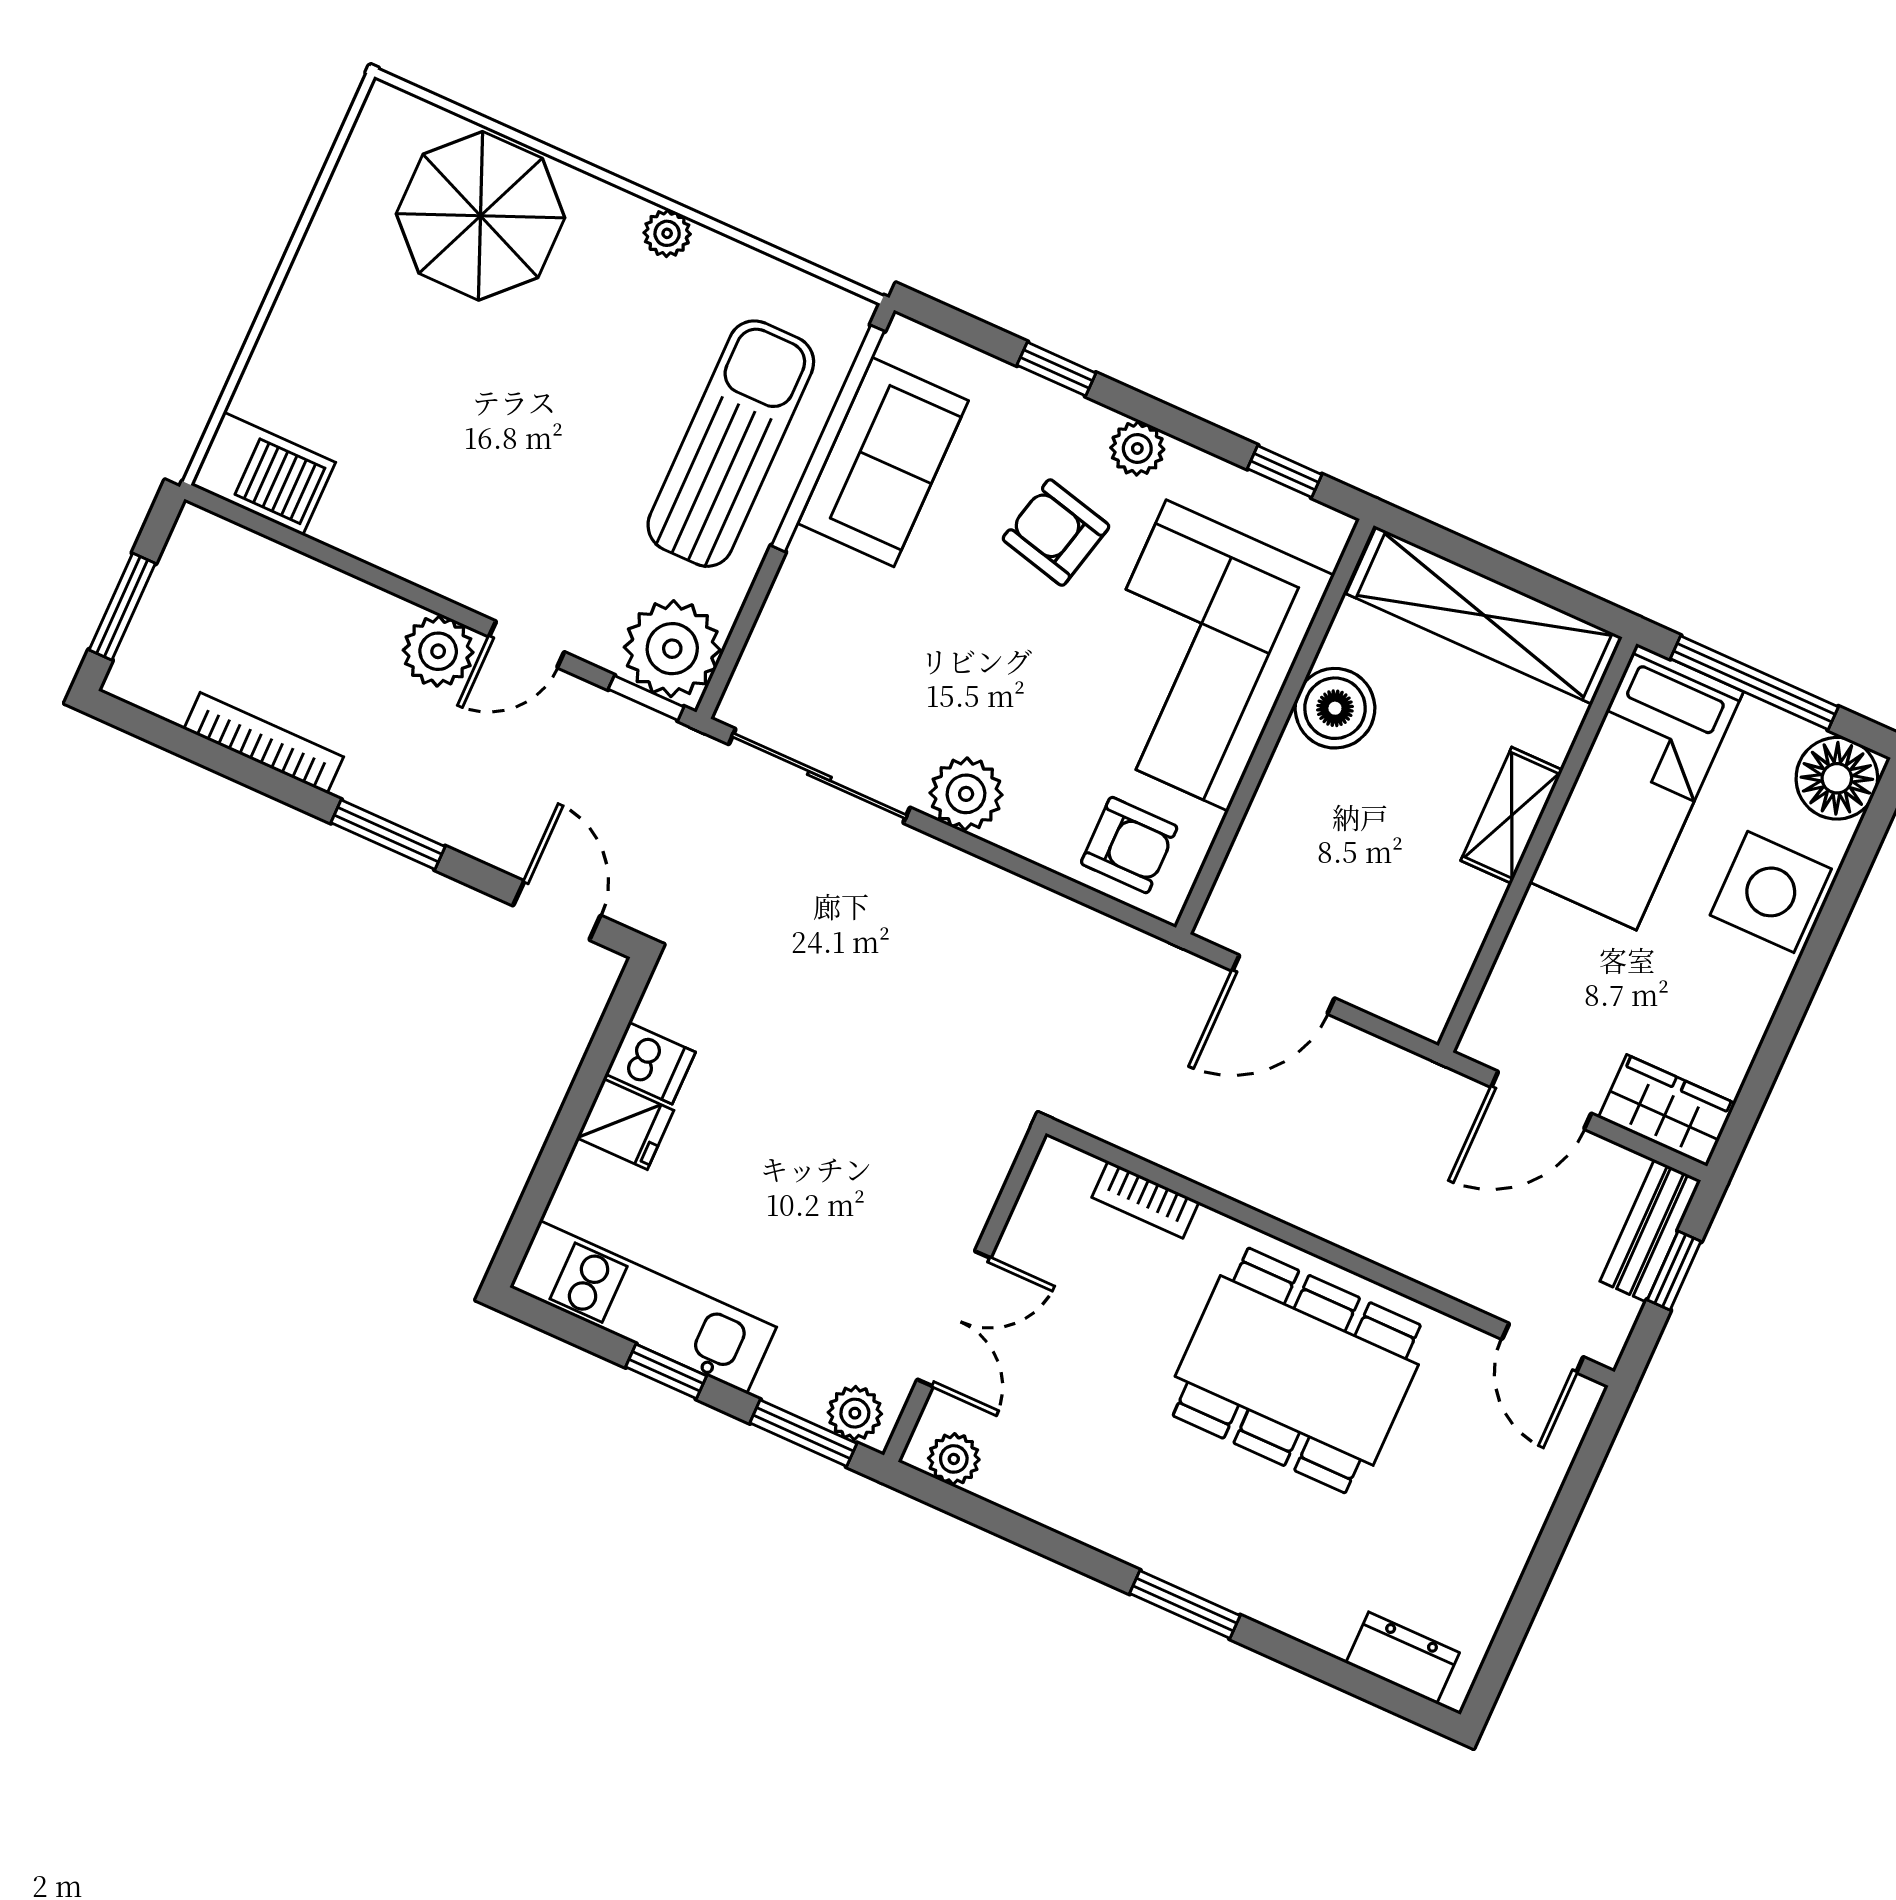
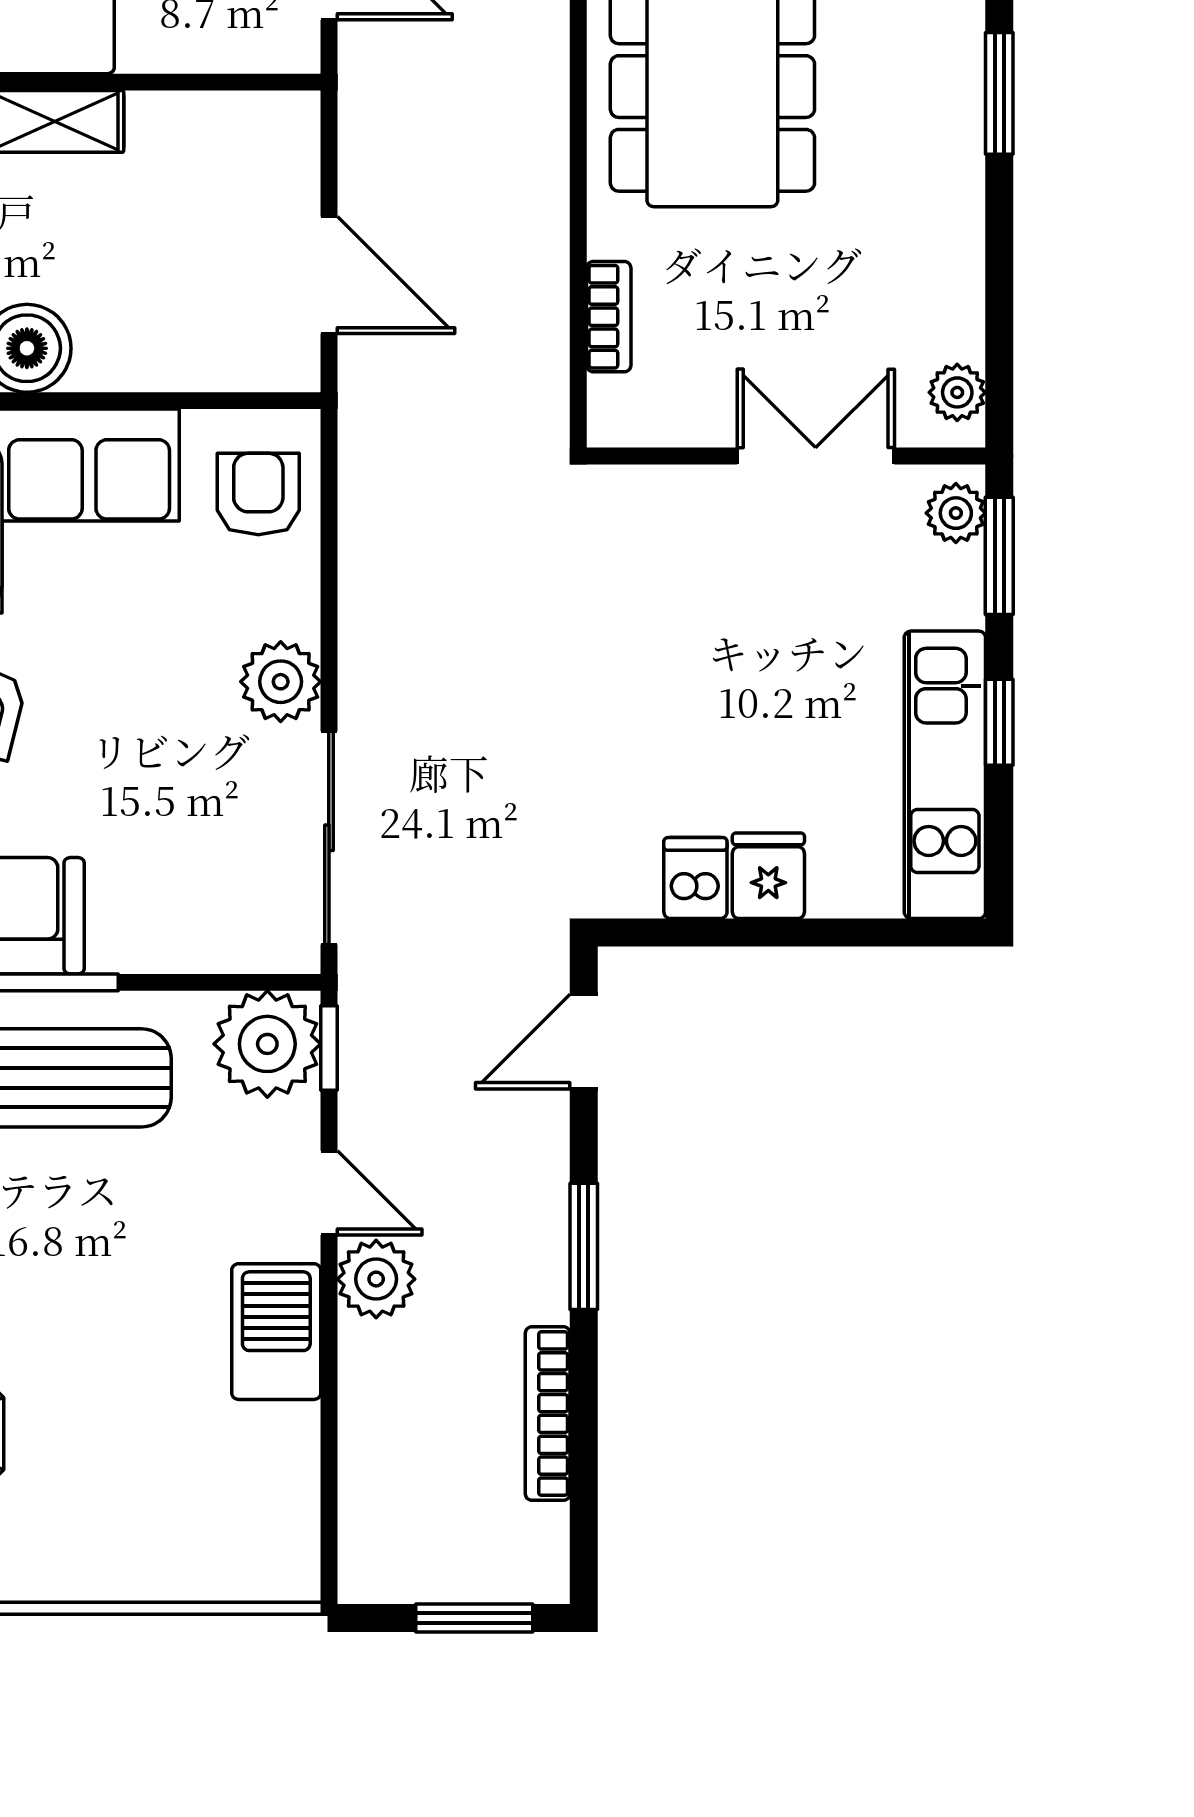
barbecue: (263, 474) -> (276, 1332), moved

